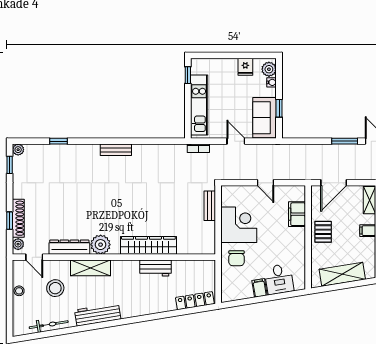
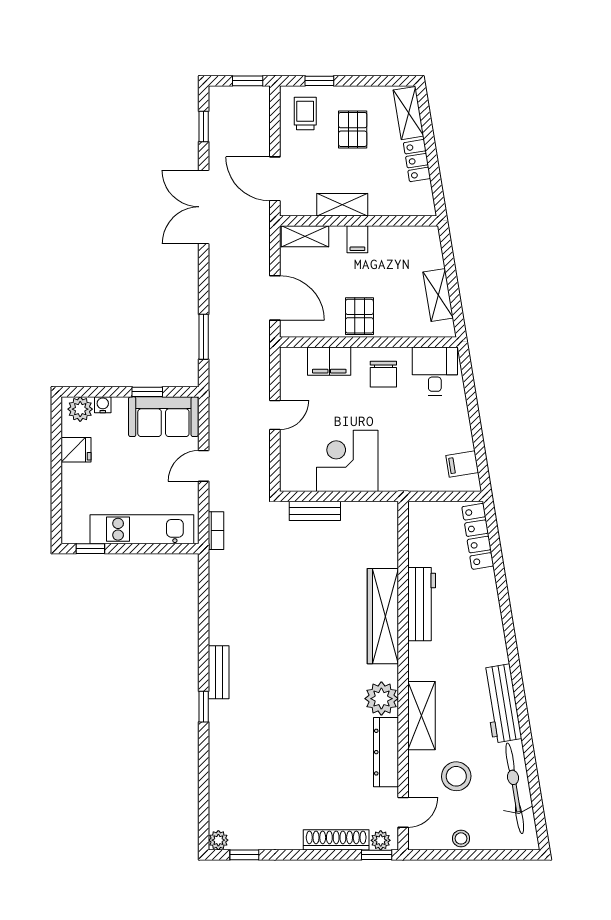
window: (58, 141) -> (204, 707), moved
window: (345, 141) -> (204, 337), moved
window: (10, 221) -> (377, 855), moved
pallet: (323, 232) -> (359, 316), turned 90
chair: (237, 258) -> (383, 374), moved, turned 90
workbench: (155, 268) -> (422, 604), width x1.38
shelving: (342, 274) -> (438, 295), width x0.67, depth x0.75
desk: (279, 279) -> (435, 371), moved, turned -81
filing cabinet: (260, 288) -> (462, 464), moved
bicycle: (49, 325) -> (515, 788), width x1.37, depth x1.40

